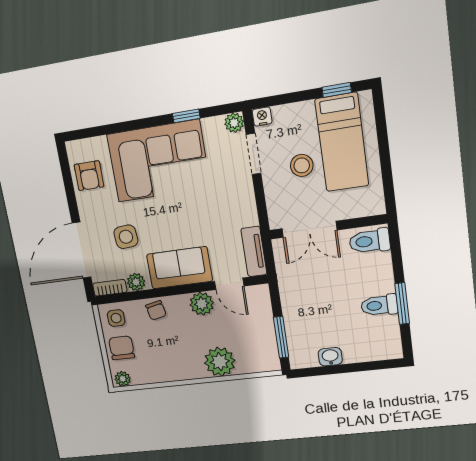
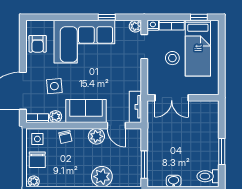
bookcase: (293, 111) -> (172, 25), added
toilet: (370, 241) -> (207, 110), removed
toilet: (379, 305) -> (208, 176), moved
chair: (122, 348) -> (37, 160), turned 180

